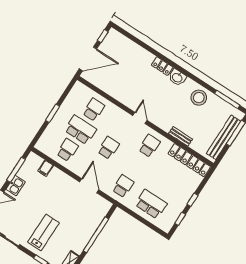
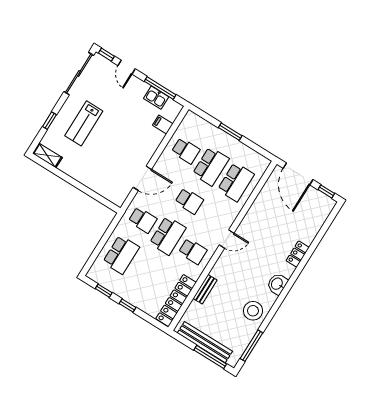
locker: (162, 66) -> (298, 254), moved
school desk: (94, 110) -> (236, 182), width x1.85
school desk: (136, 166) -> (168, 236), added
kitchen sink: (16, 186) -> (156, 98), moved
lab bench: (43, 232) -> (84, 123), turned 90
window: (96, 235) -> (82, 188), removed

